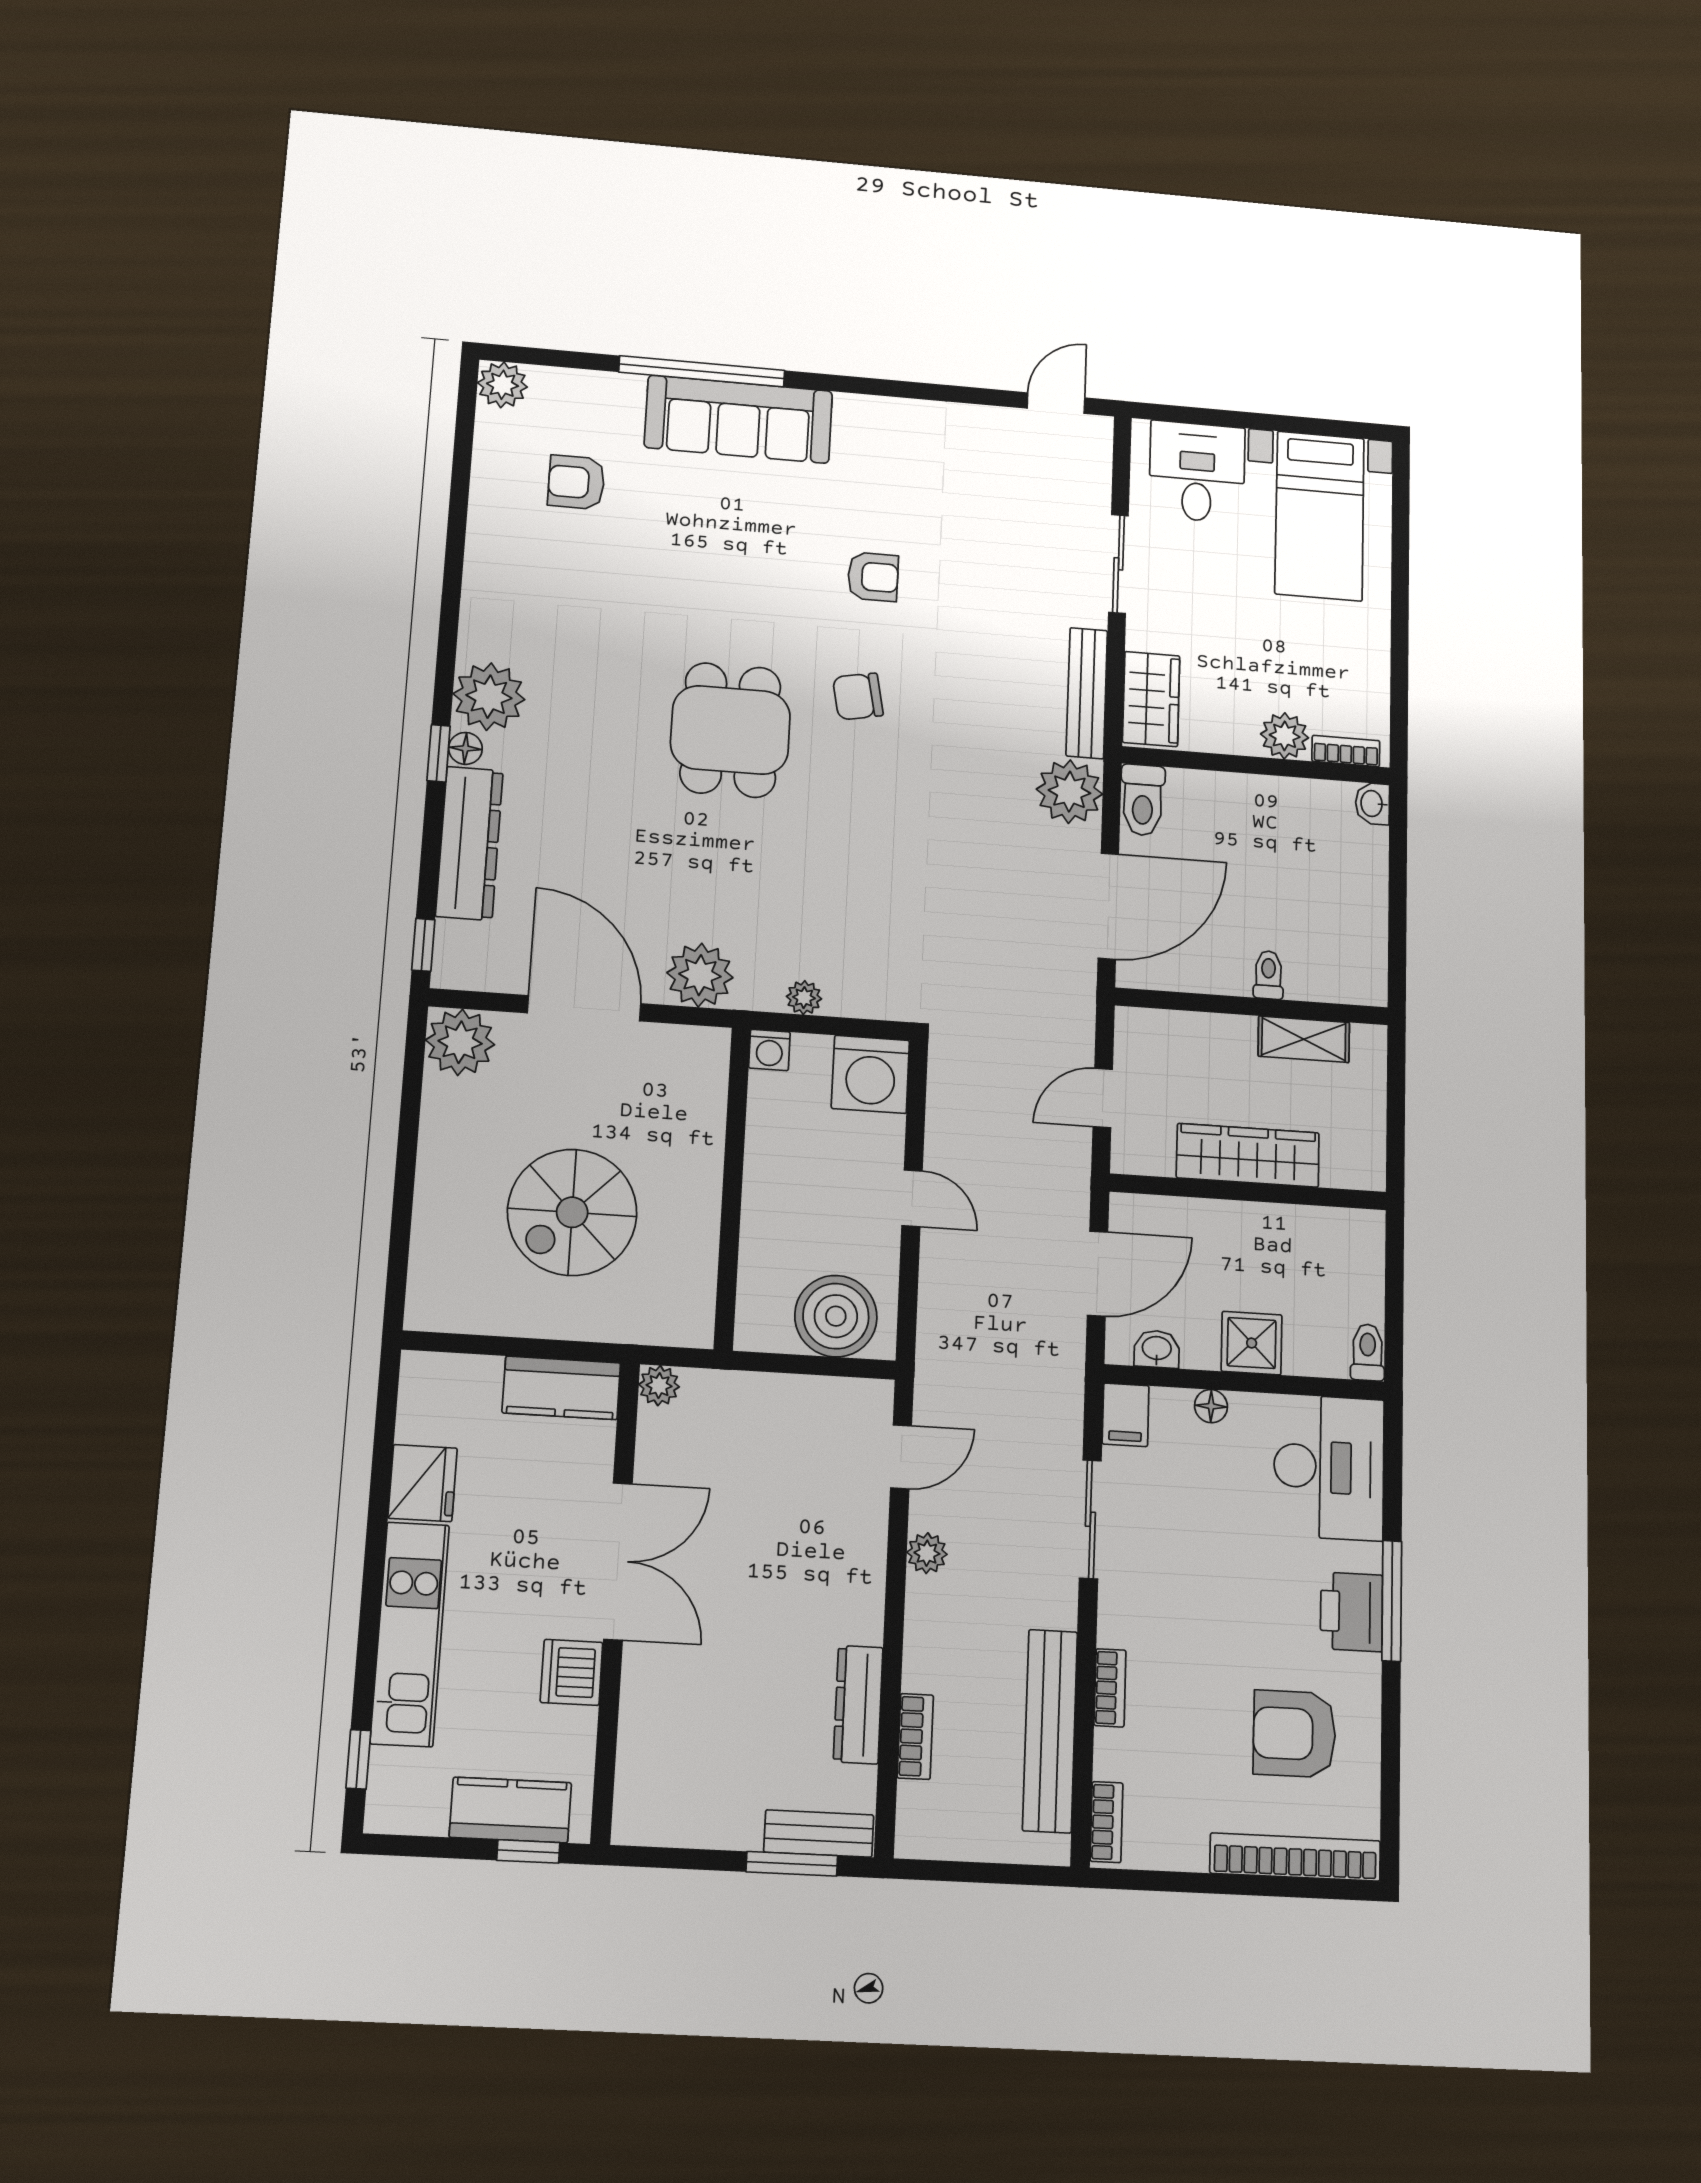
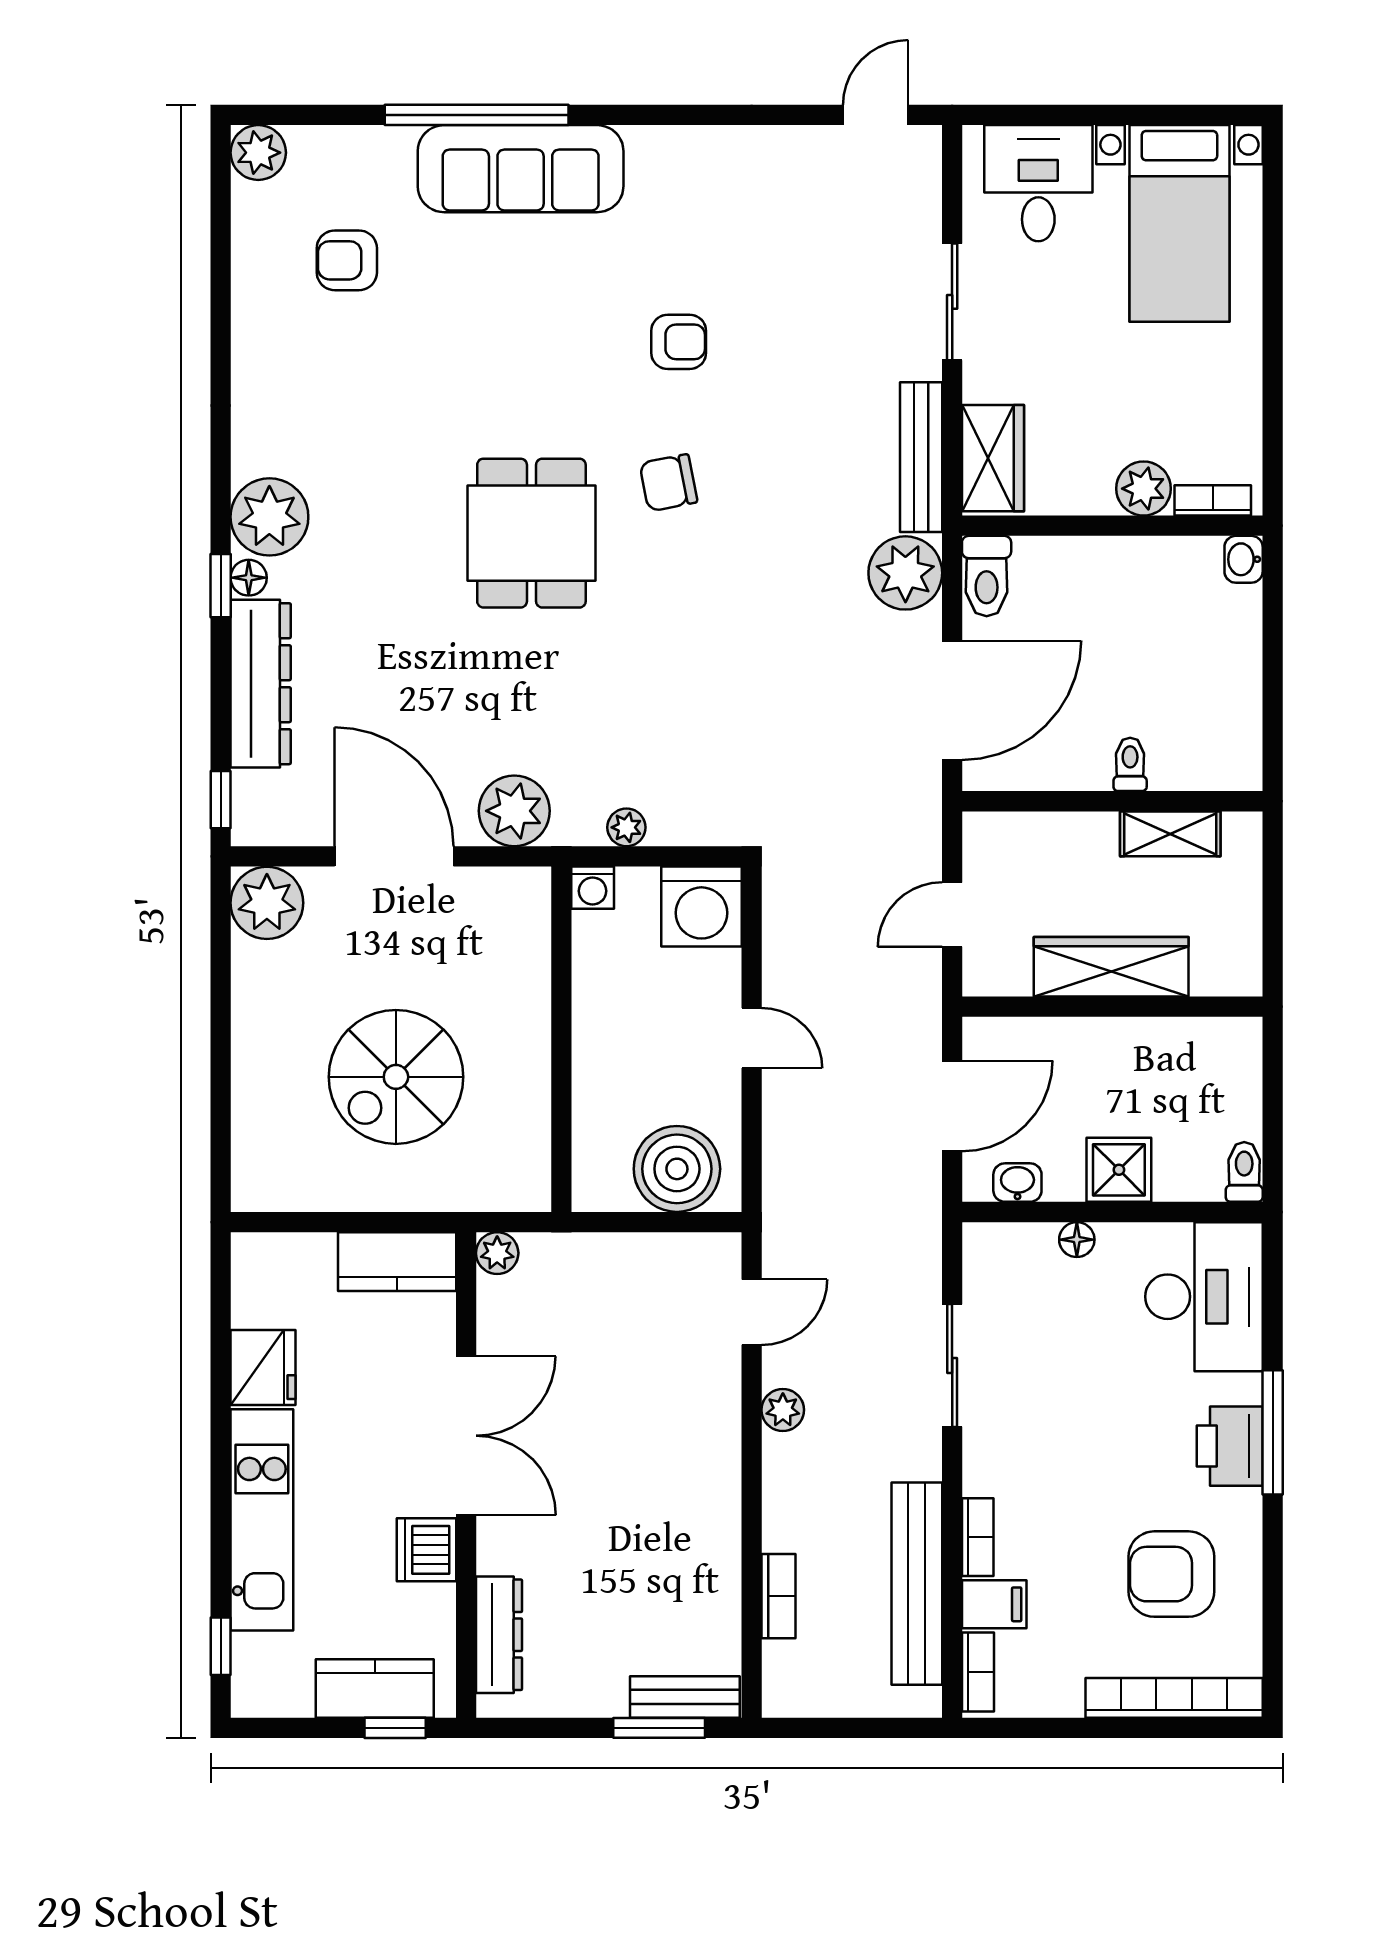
filing cabinet: (1126, 1415) -> (994, 1604), moved, turned -90
dresser: (858, 1705) -> (499, 1635), moved, turned 180

